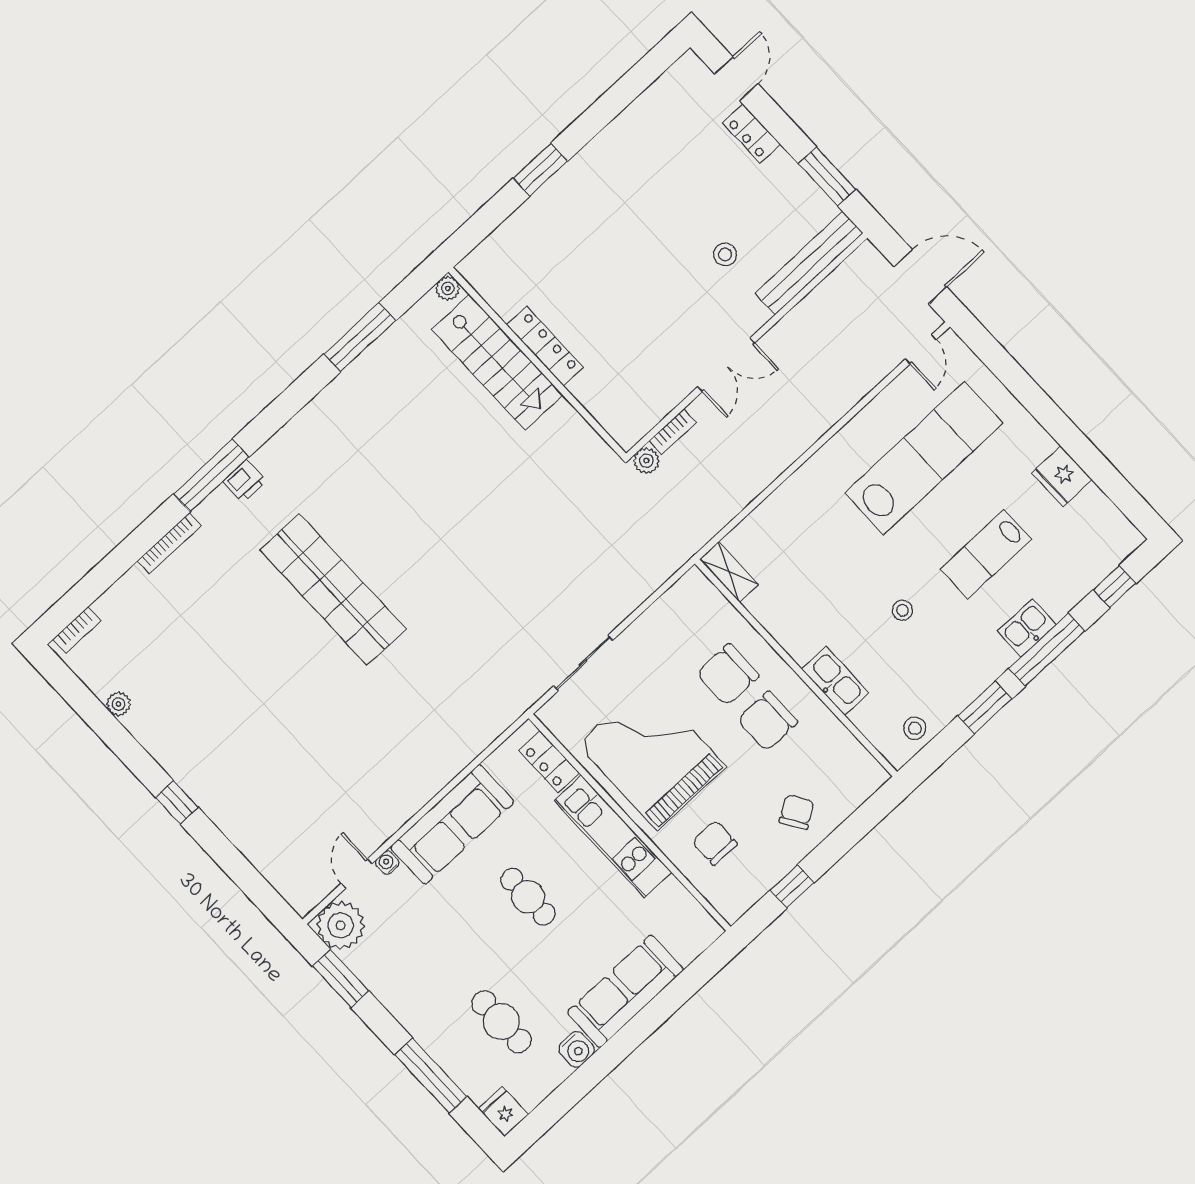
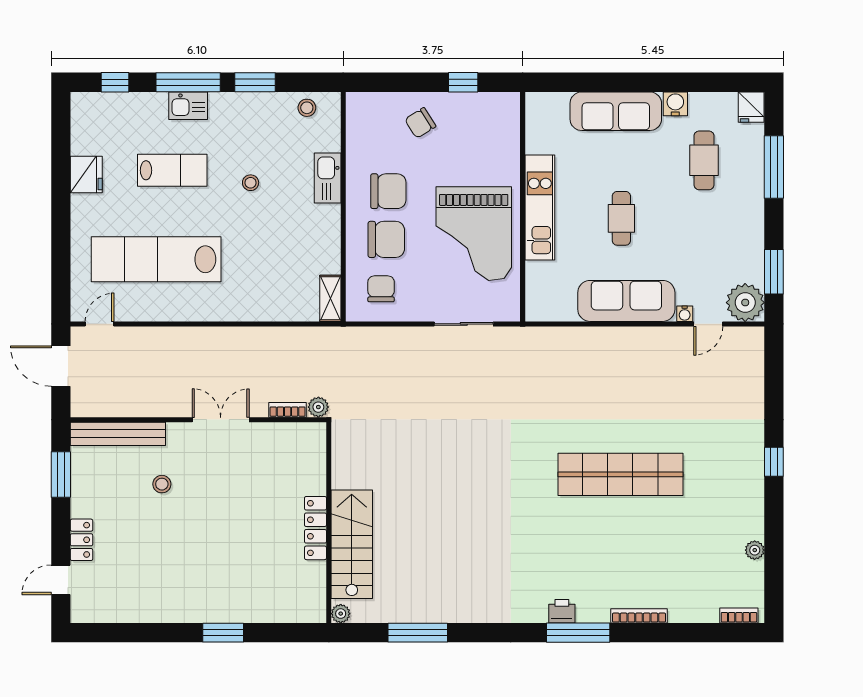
shop shelf: (333, 589) -> (620, 474), moved, turned 90
locker: (549, 762) -> (537, 285), removed
chair: (715, 843) -> (381, 289), moved, turned 180

